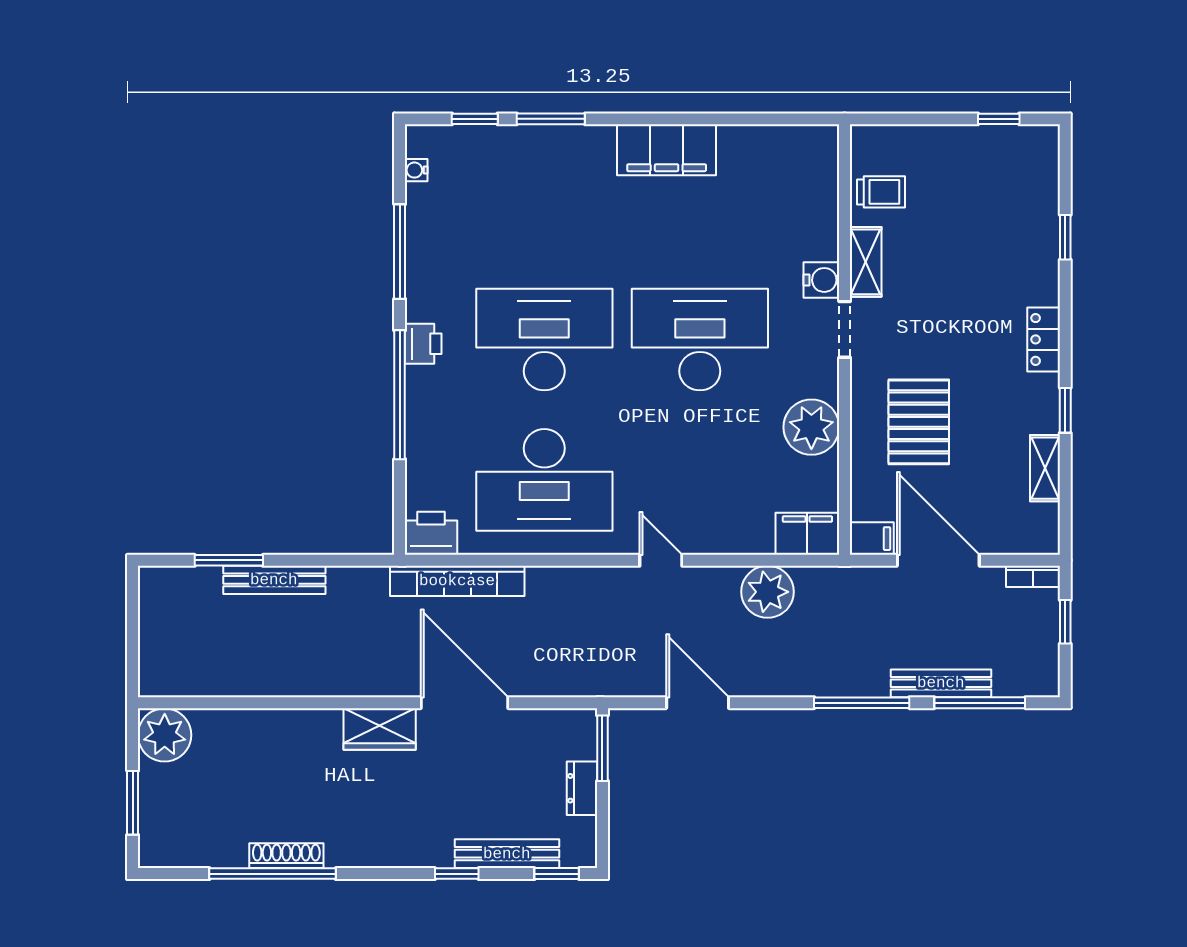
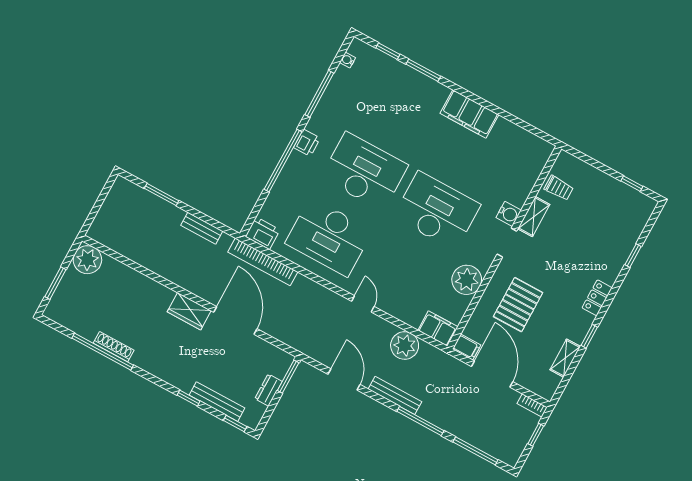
bench: (274, 580) -> (202, 228), moved, width x0.73
bench: (941, 683) -> (395, 395), moved

